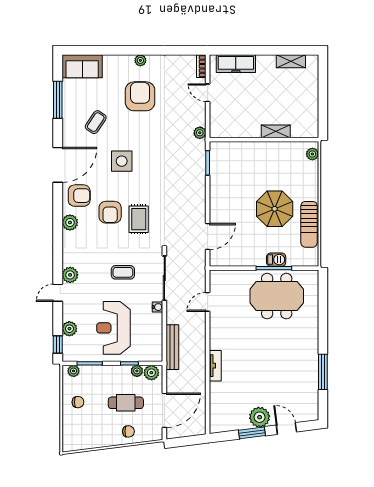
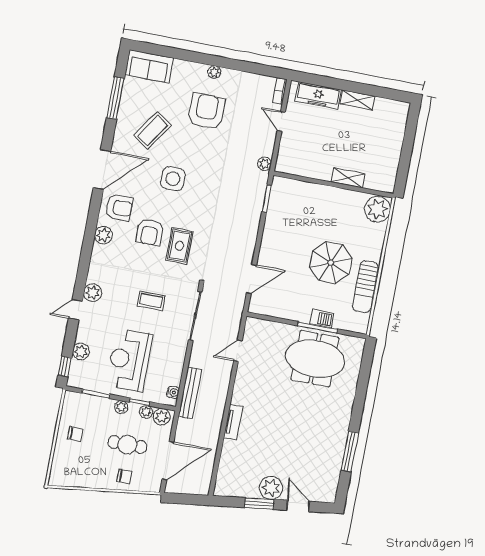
shelving: (291, 61) -> (357, 100), moved
coffee table: (96, 122) -> (153, 130), width x1.36, depth x1.30
plant: (312, 154) -> (378, 209), width x1.88, depth x1.88
water cooler: (157, 307) -> (173, 392), moved
plant: (74, 371) -> (121, 407), moved

